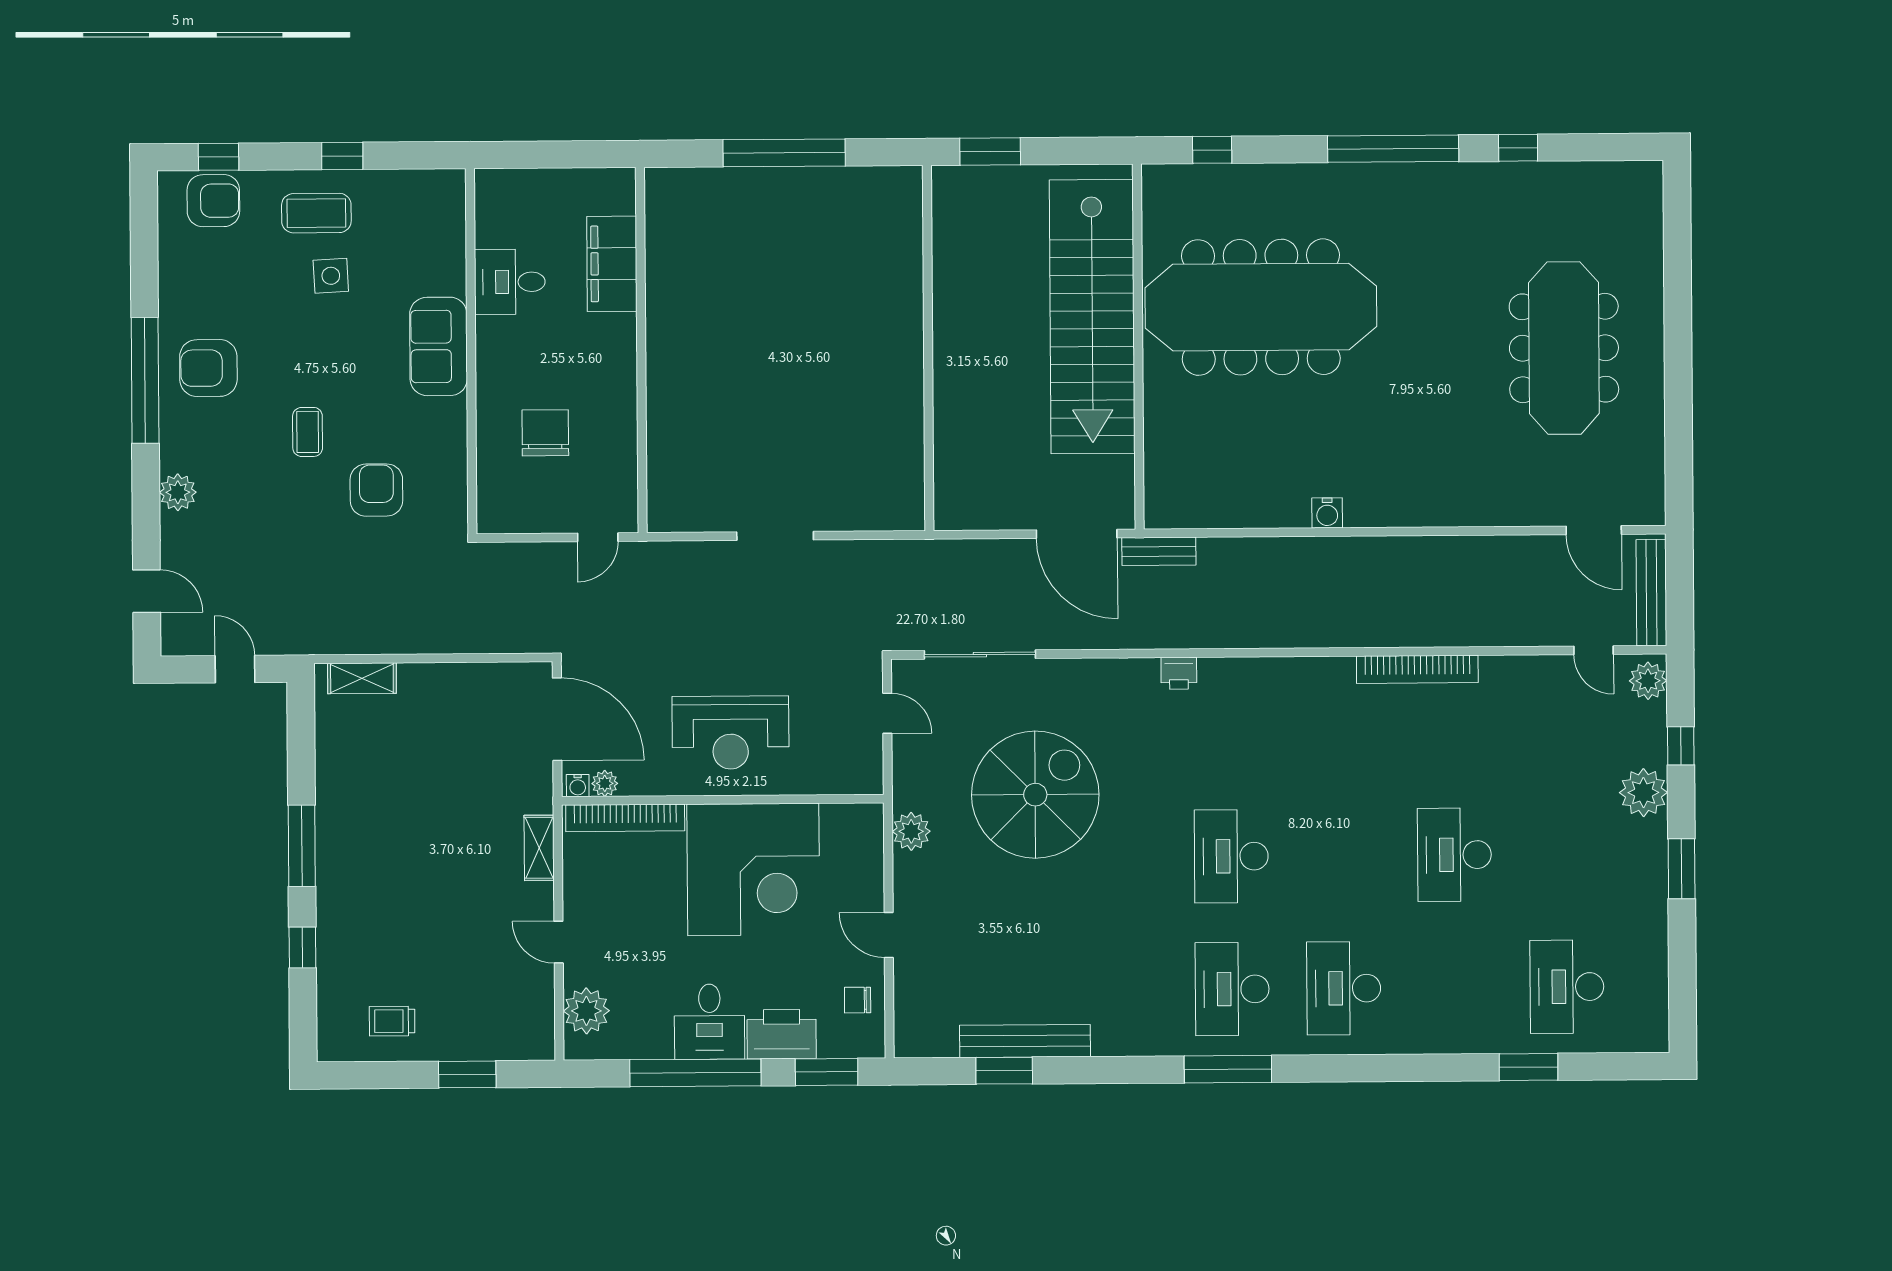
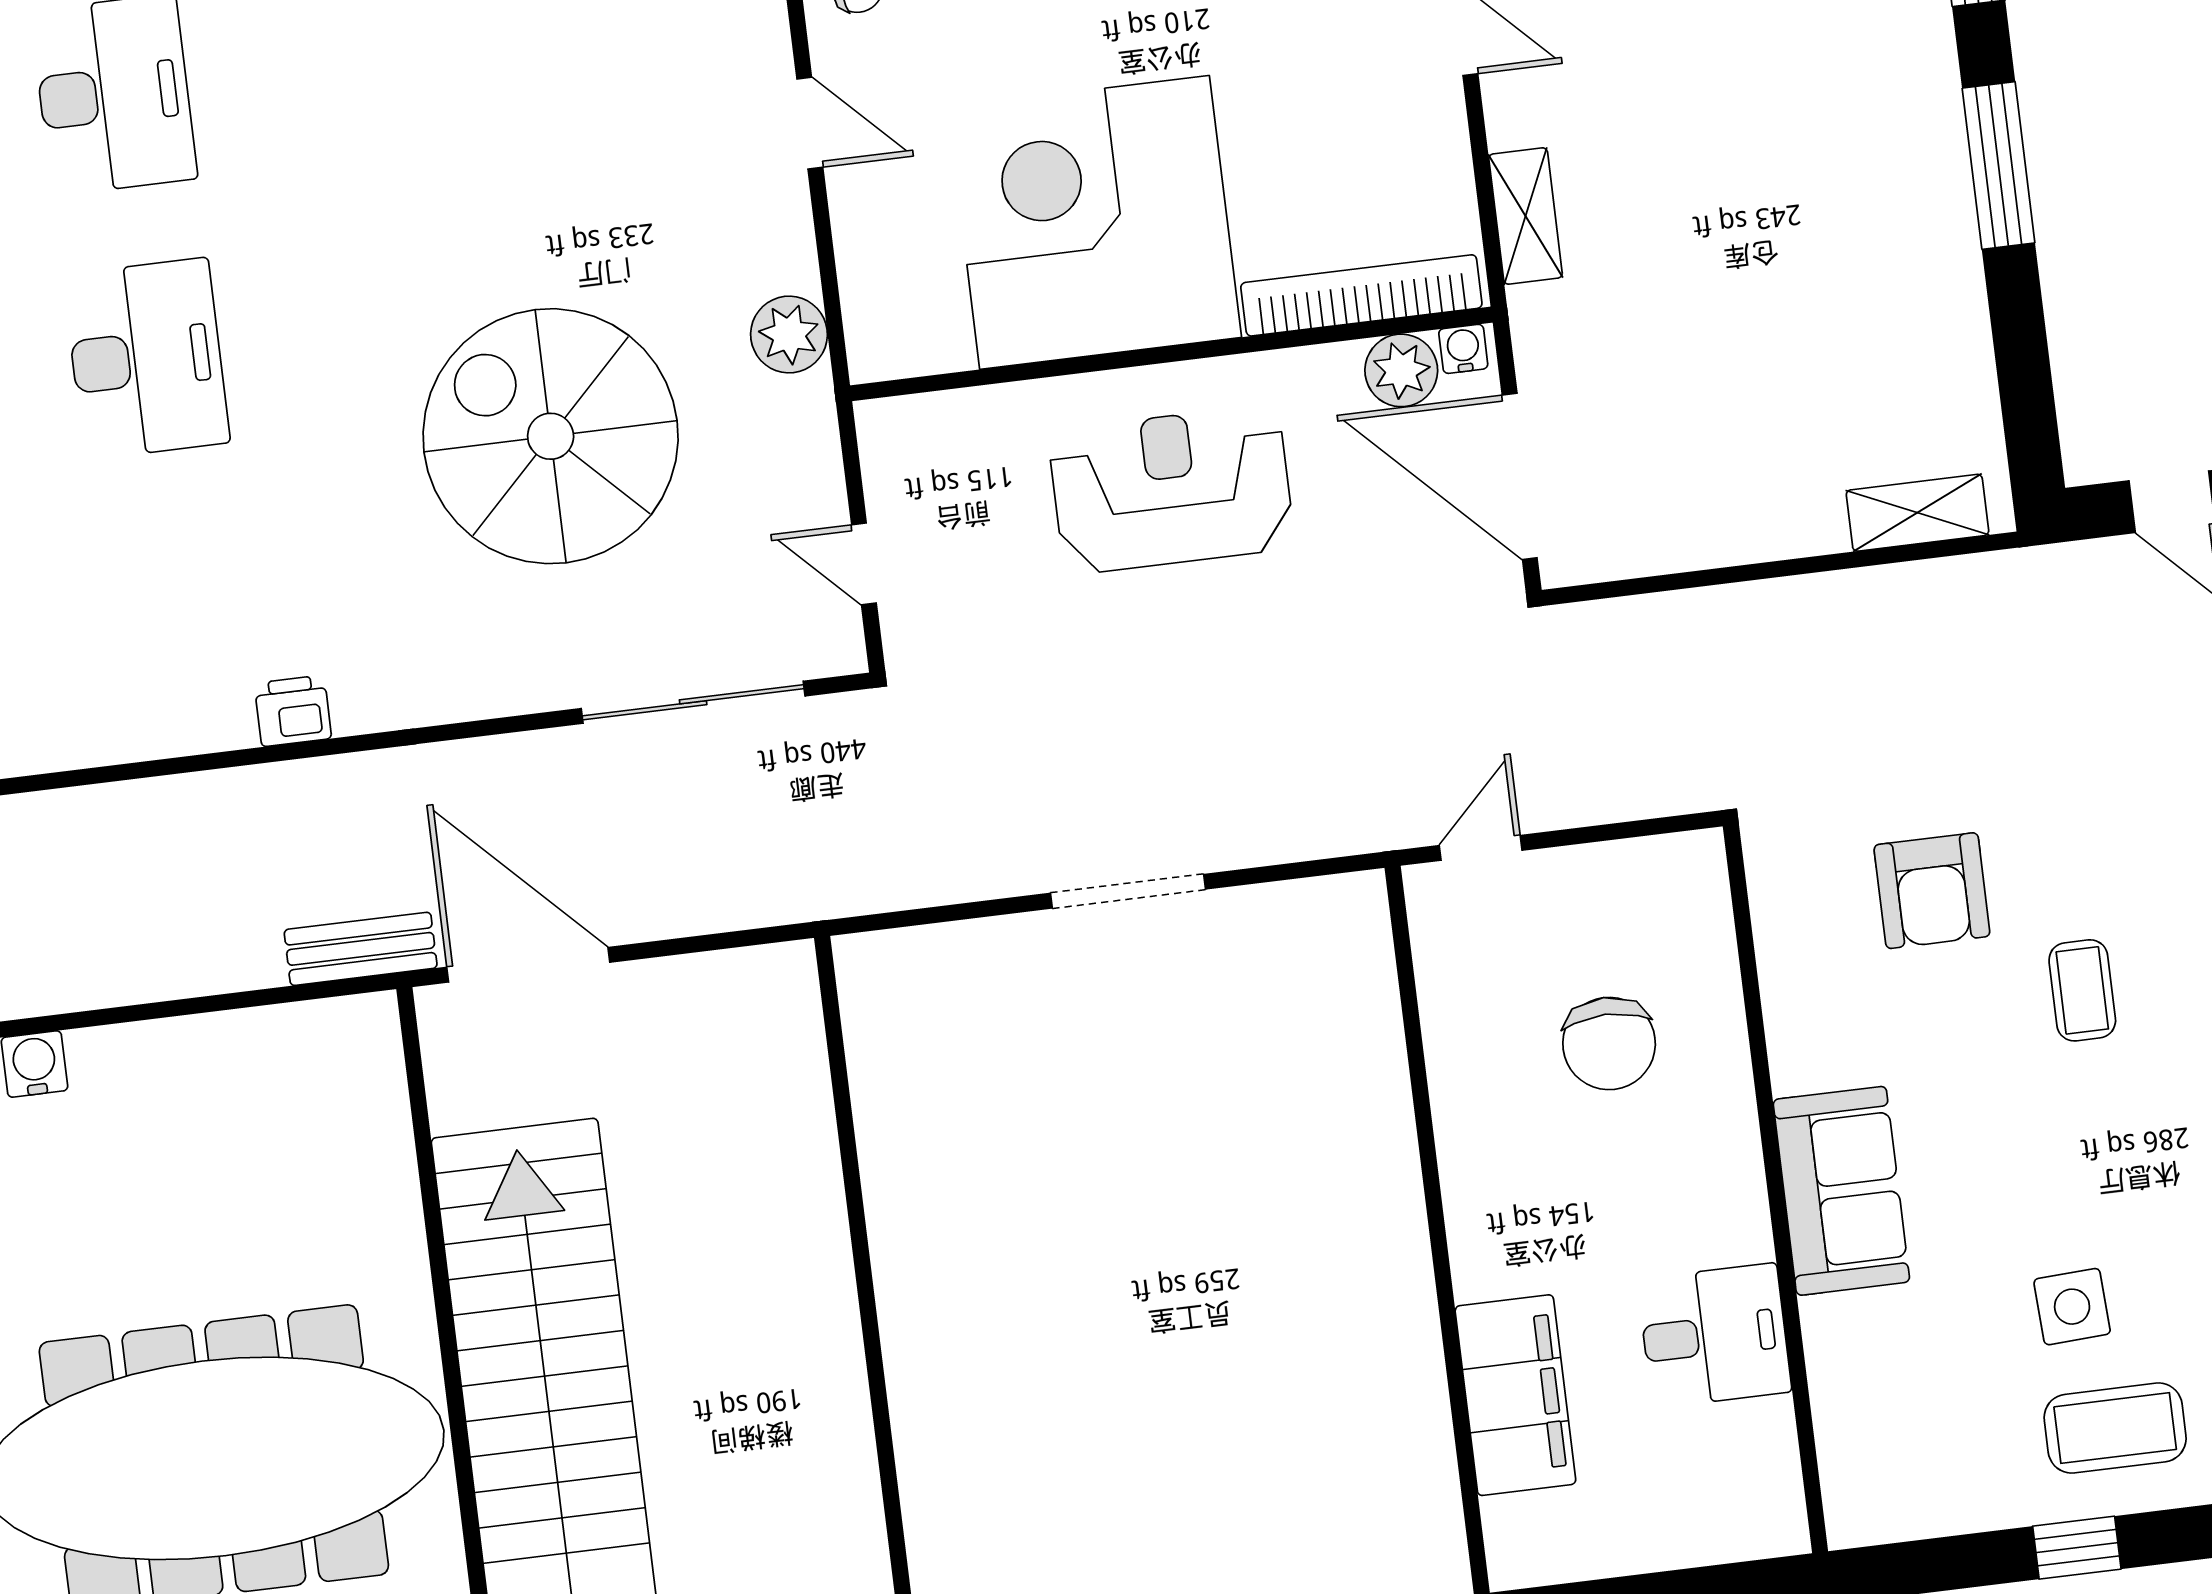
plant: (605, 783) -> (1401, 370), width x1.38, depth x1.38
spiral stairs: (1035, 795) -> (551, 436), turned 90

